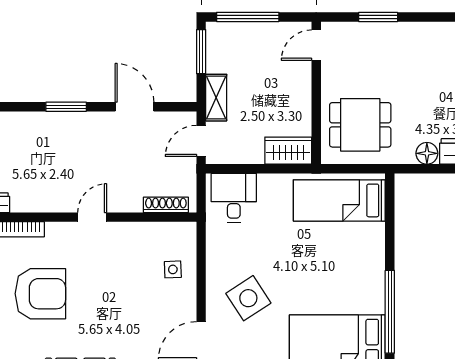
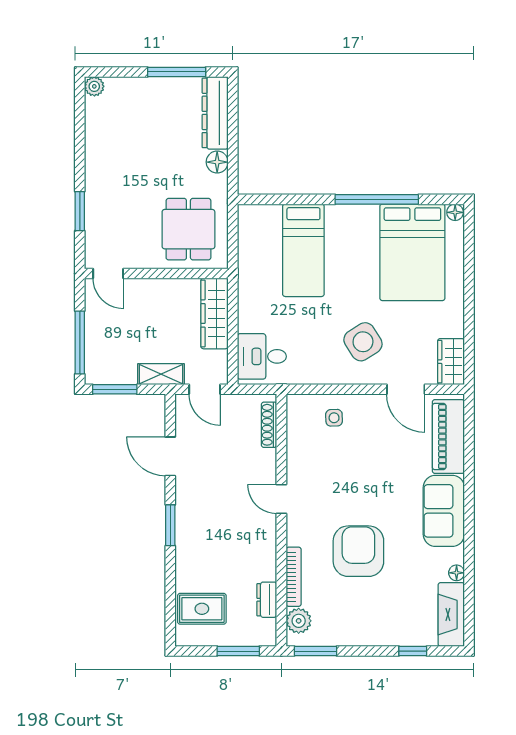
door: (135, 107) -> (170, 456), hinge flipped
wardrobe: (288, 151) -> (214, 313), width x1.50
bed: (339, 200) -> (303, 250), moved

